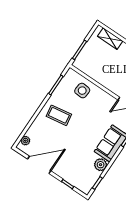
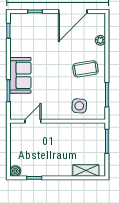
plant: (25, 141) -> (100, 40), moved
plant: (101, 165) -> (17, 49), removed

